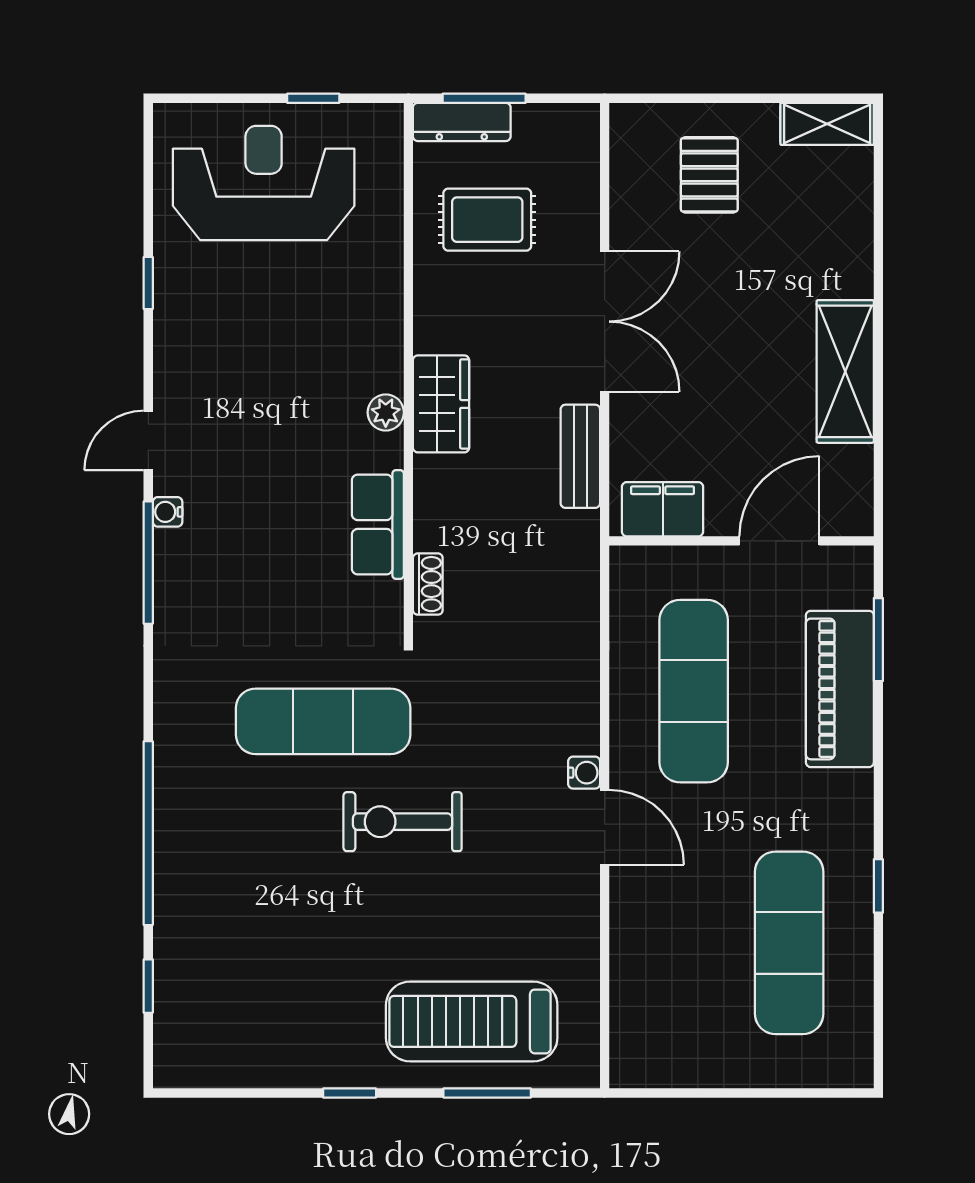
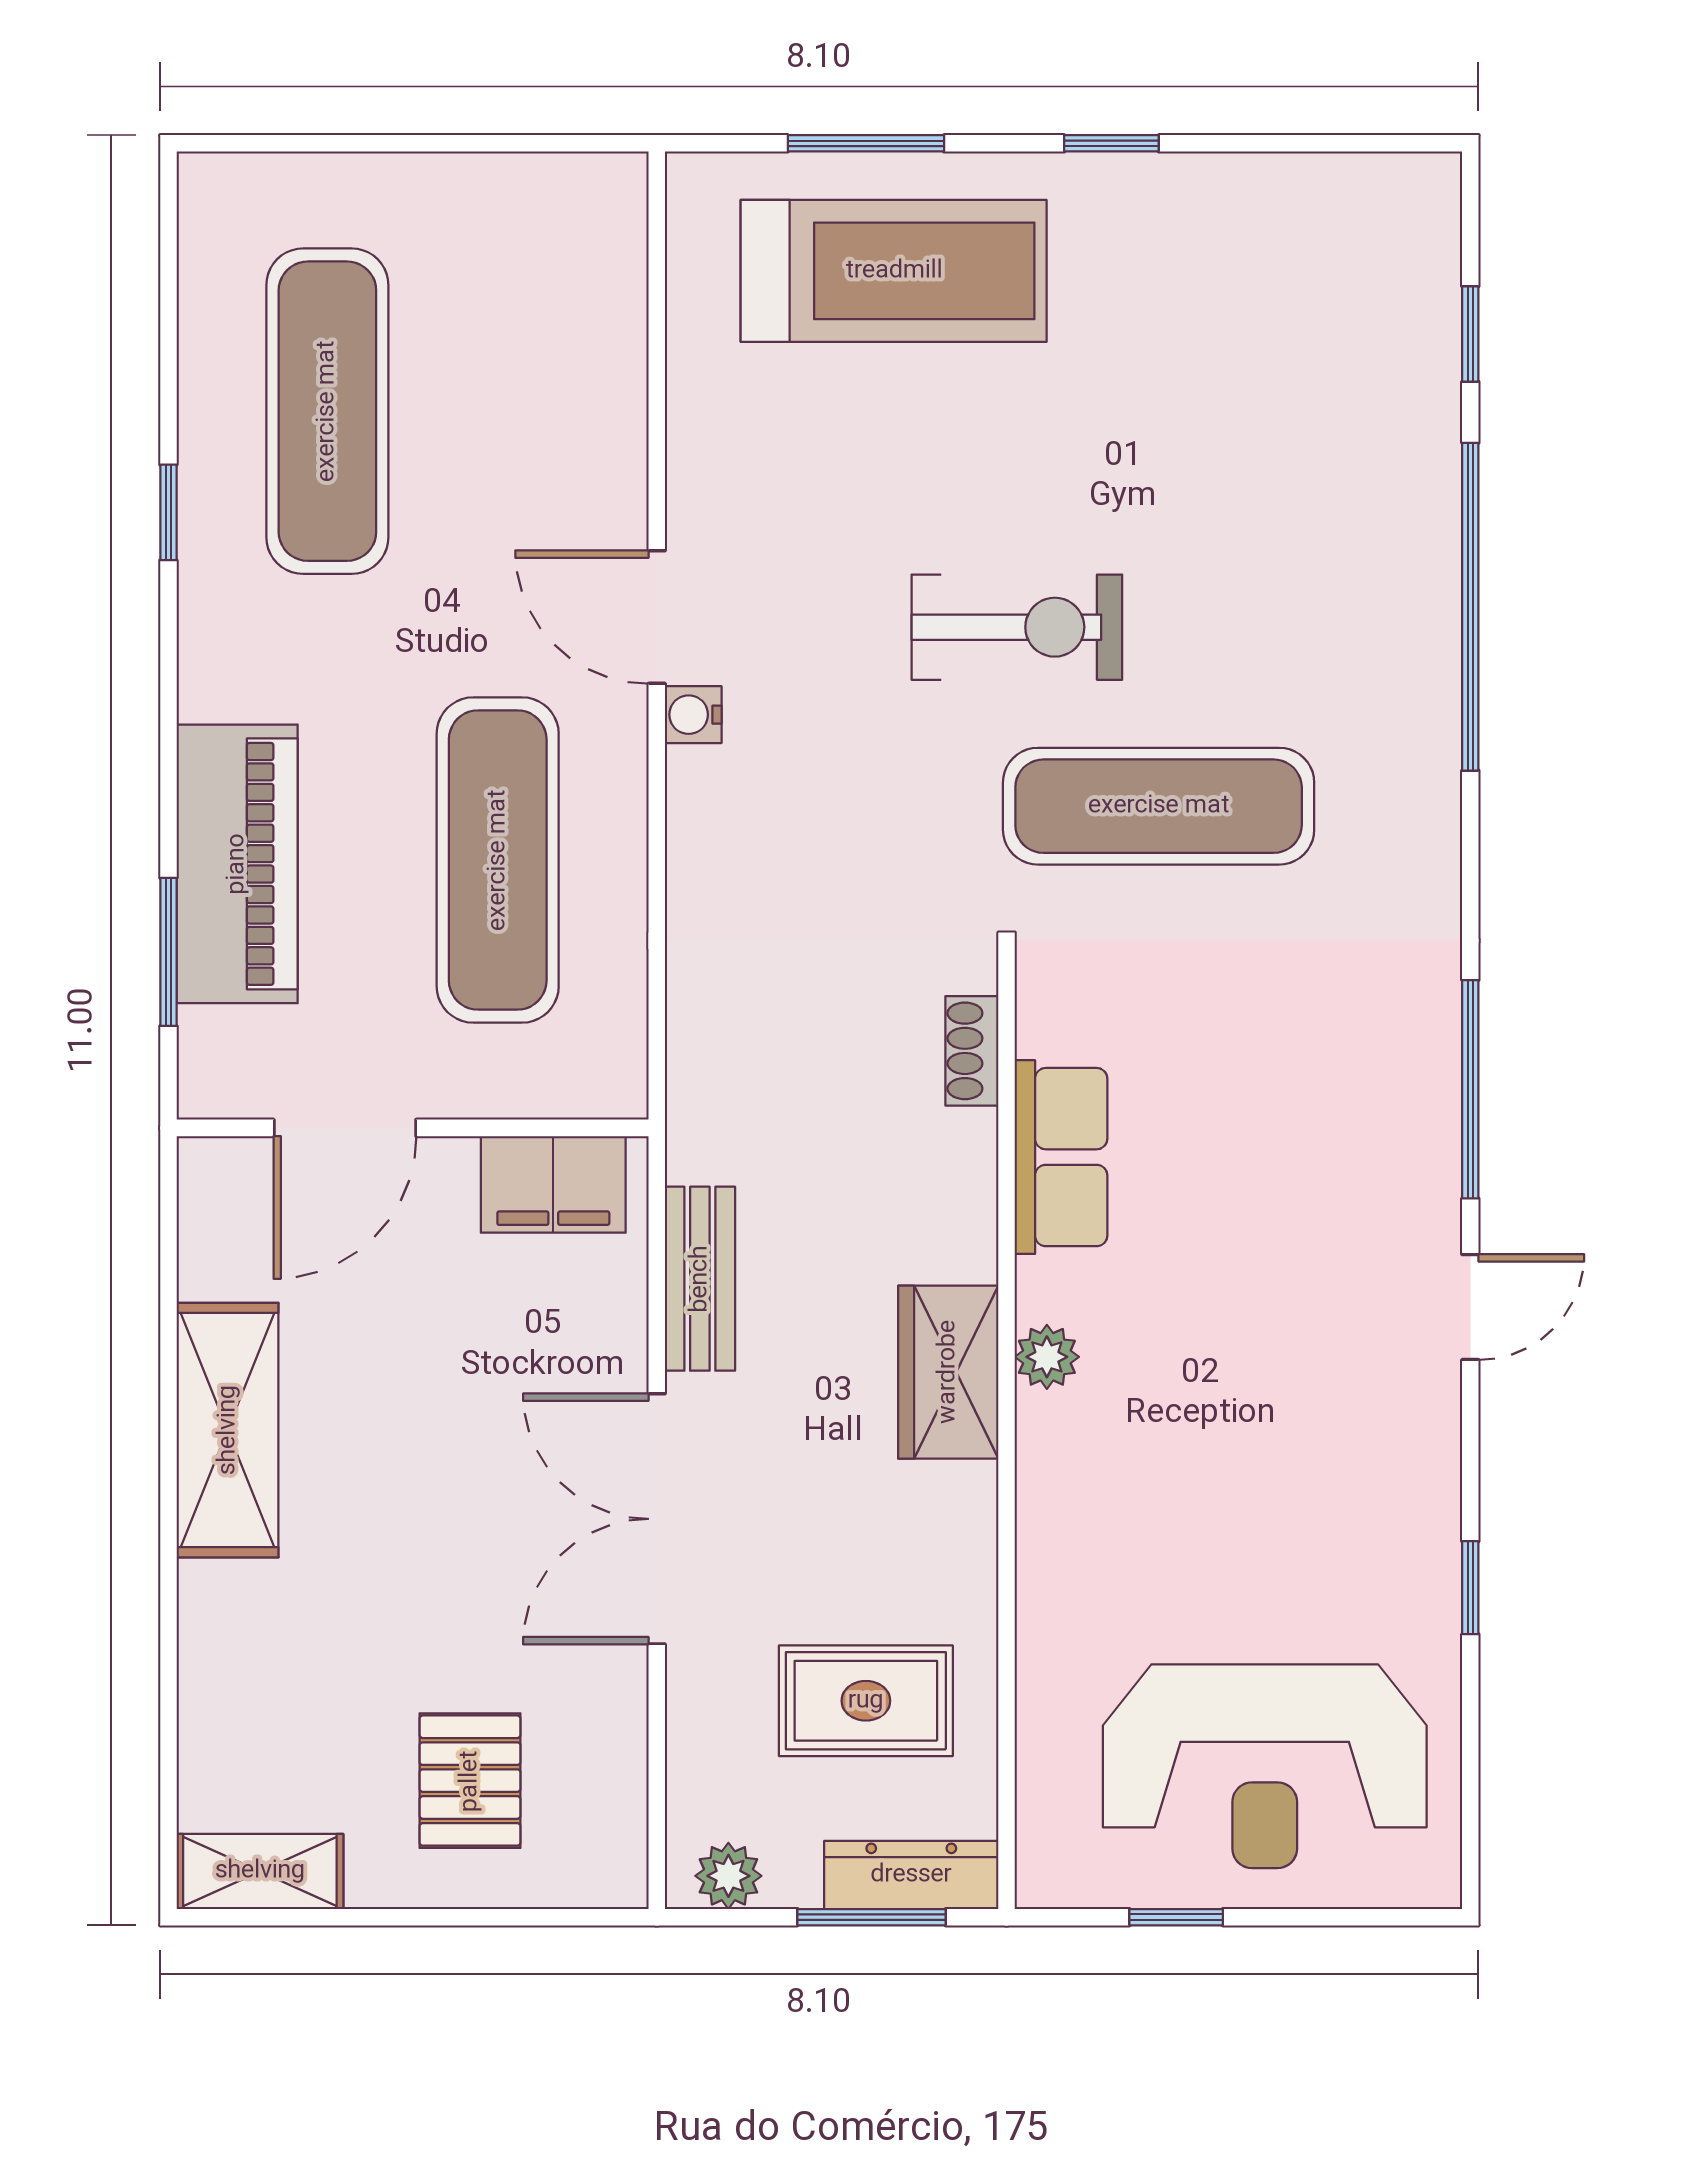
plant: (564, 121) -> (728, 1876), added
water cooler: (168, 512) -> (1436, 1180), removed

